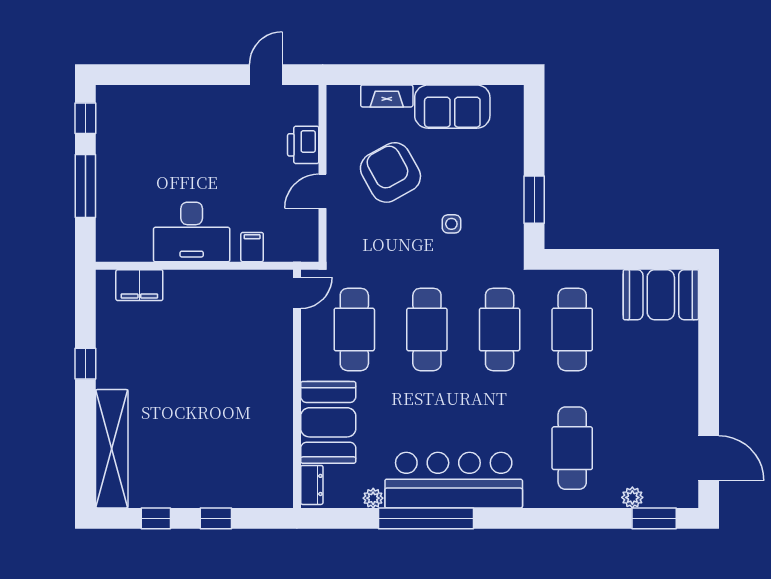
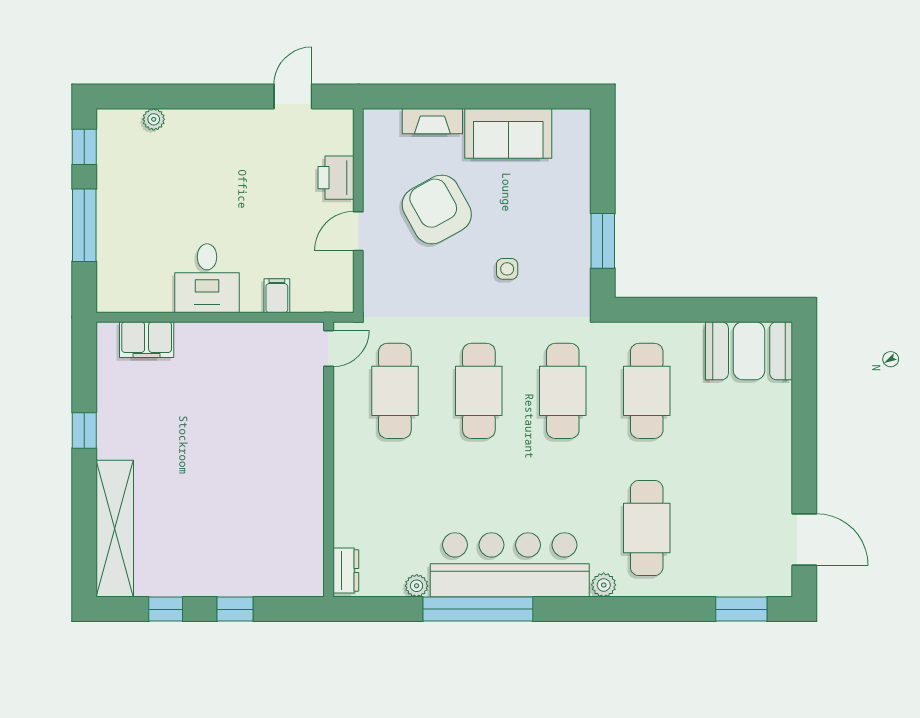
plant: (145, 94) -> (154, 119), added
desk: (192, 232) -> (207, 278), width x0.73
booth: (328, 422) -> (365, 498), removed
plant: (632, 497) -> (604, 585), moved

